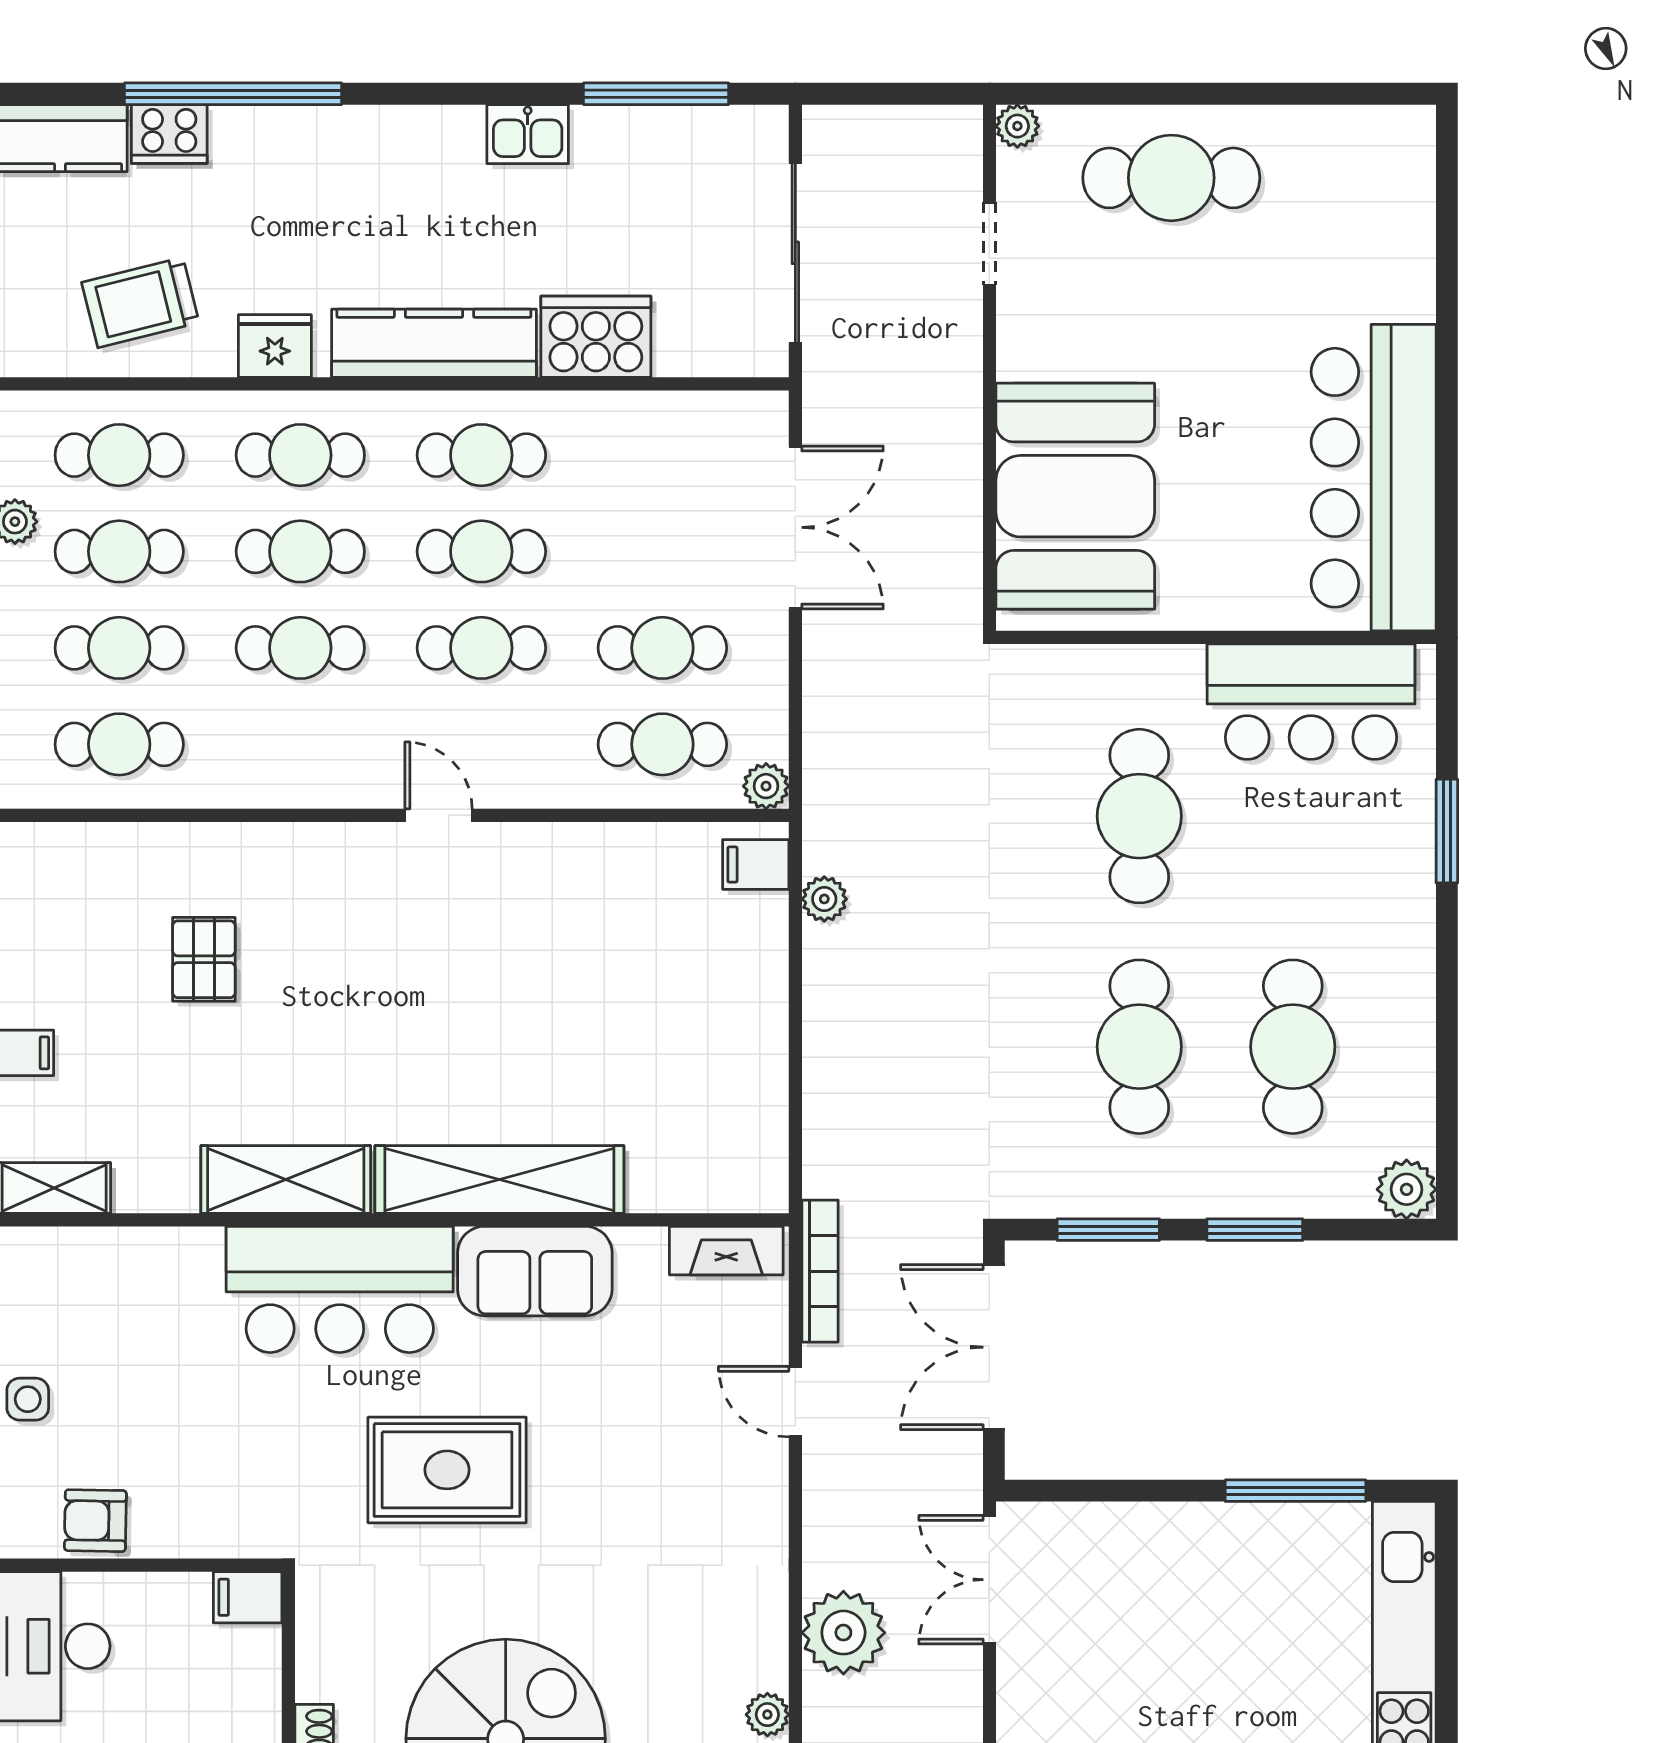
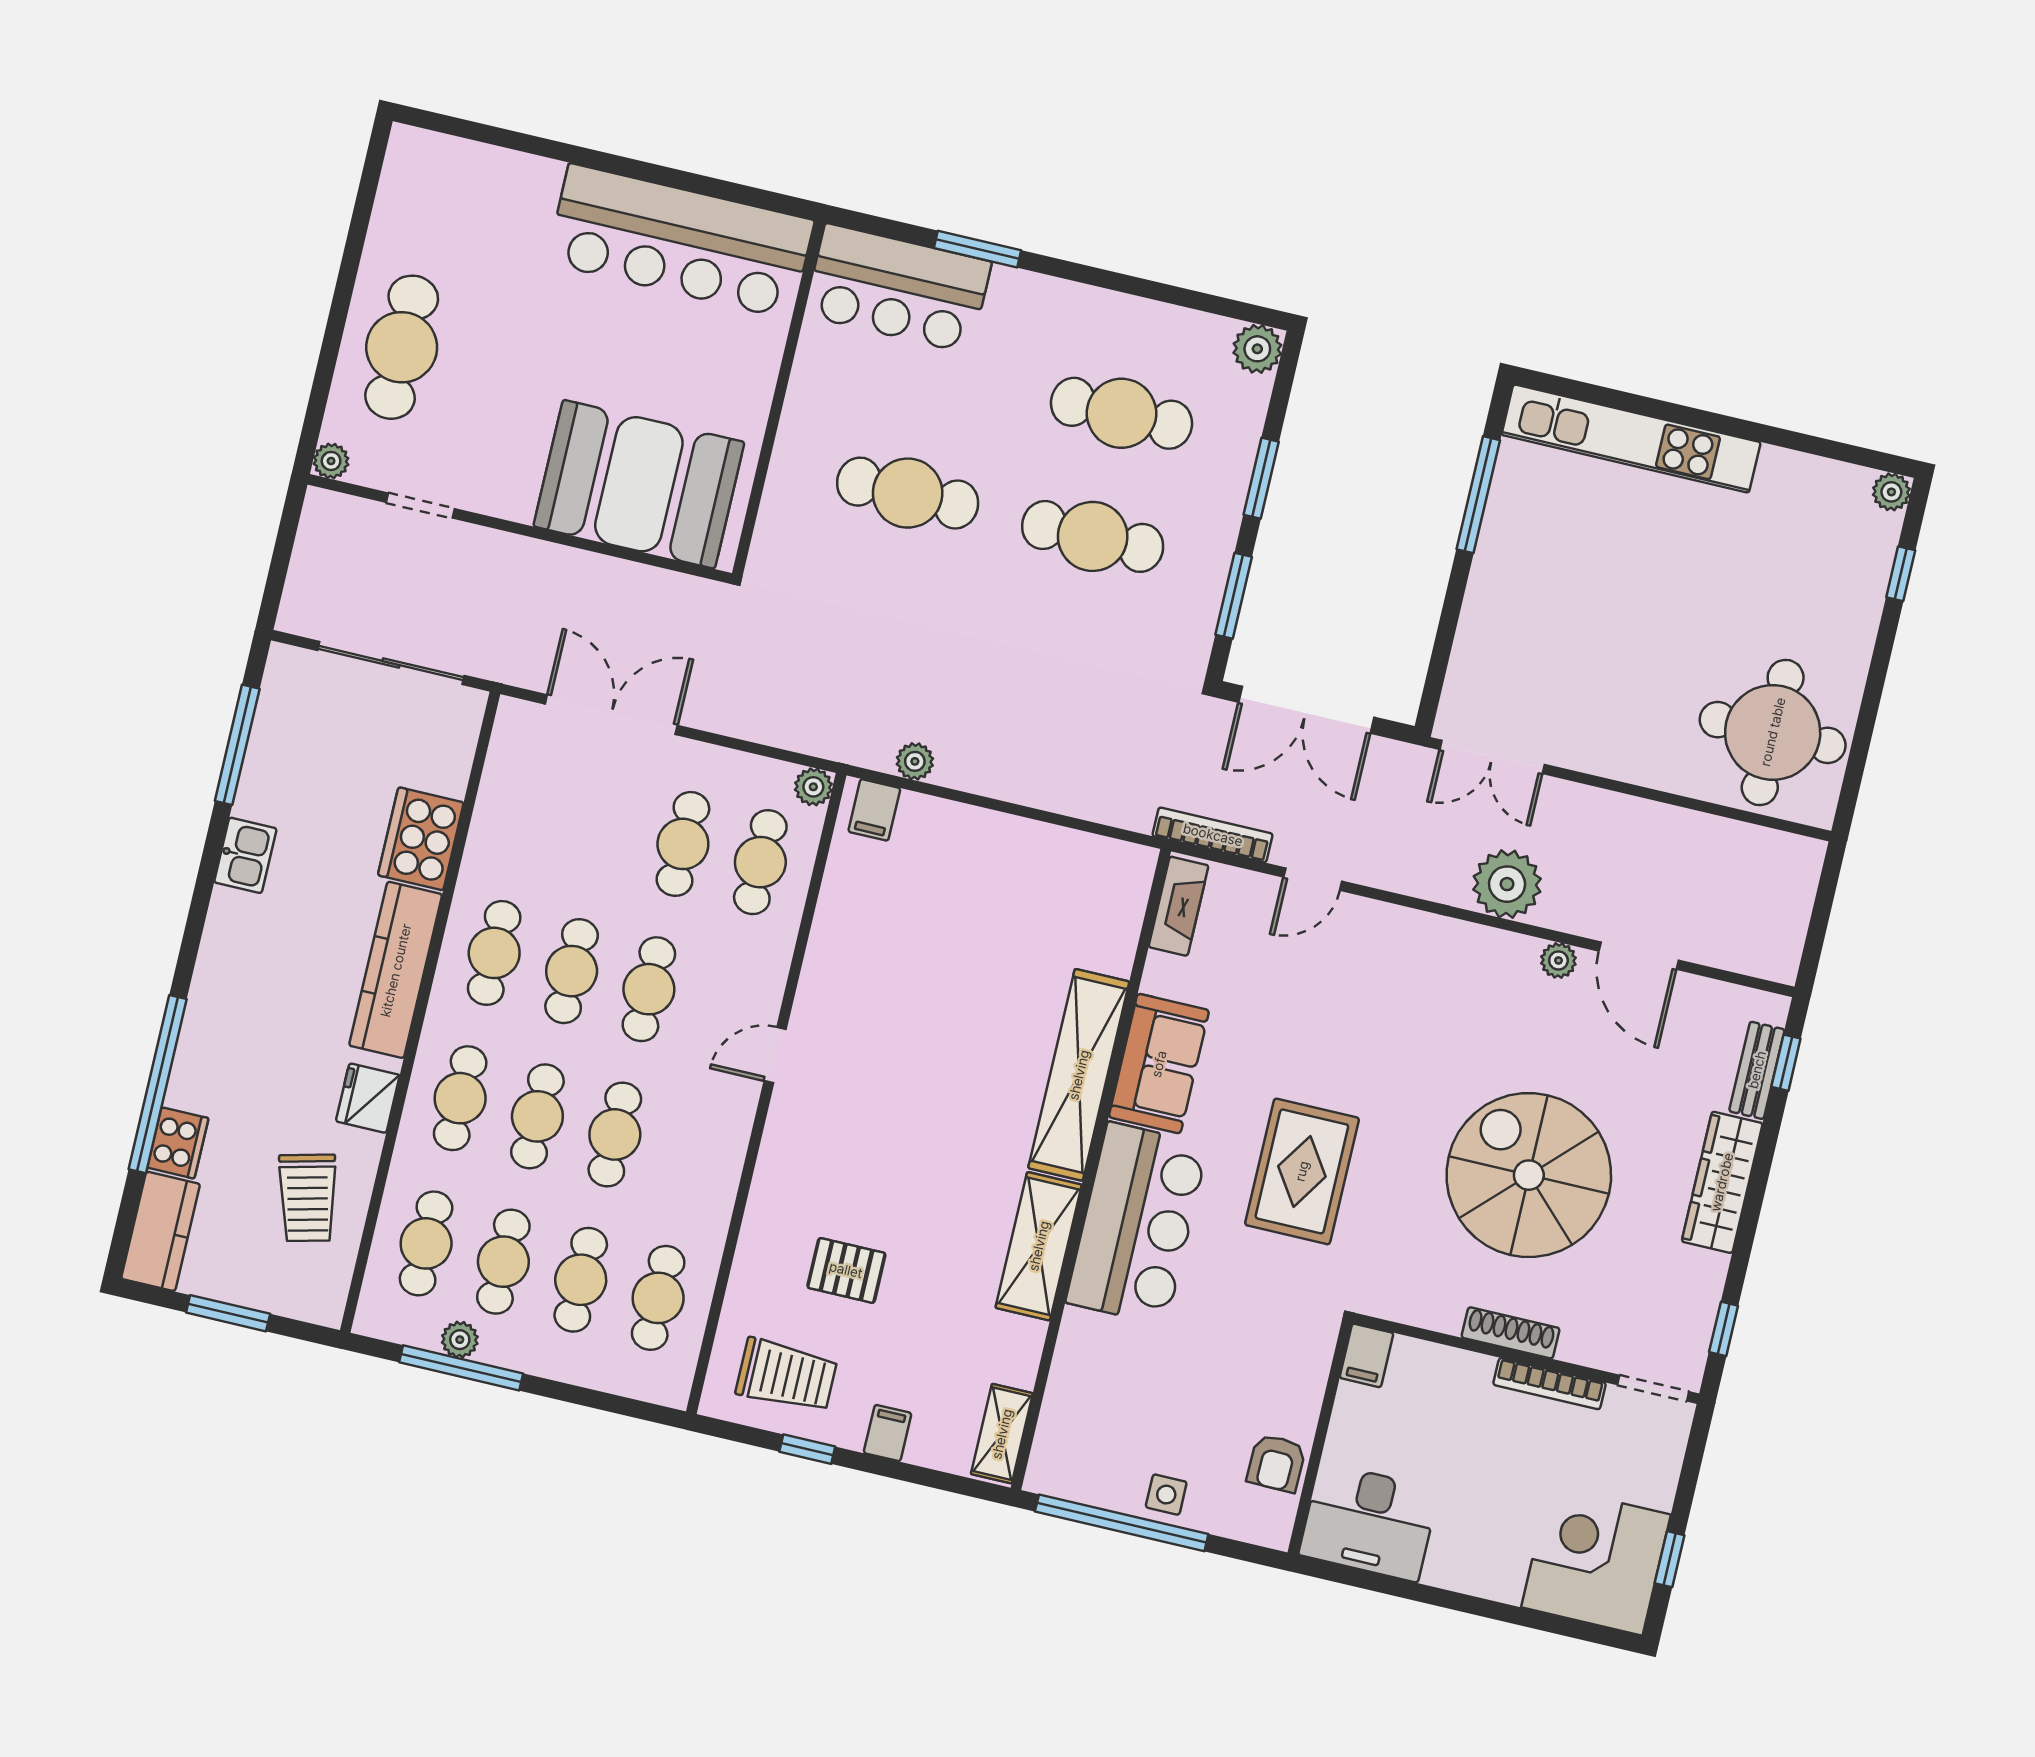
bar counter: (1311, 702) -> (898, 288), moved, turned 90
trolley: (63, 918) -> (787, 1375), added

